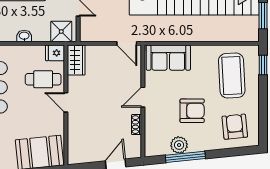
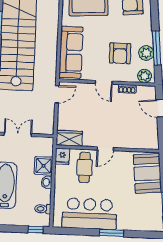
shower: (61, 32) -> (44, 166), moved
sofa: (168, 58) -> (71, 52), width x1.36
armchair: (192, 111) -> (120, 53), moved, turned 180
plant: (152, 144) -> (145, 76), added

